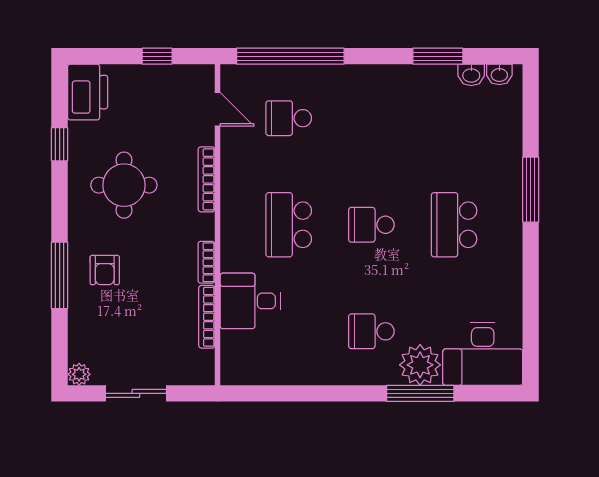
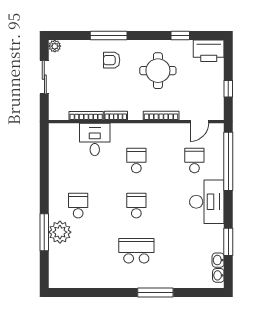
school desk: (289, 225) -> (136, 160), width x0.54
desk: (483, 354) -> (207, 202), moved, turned 180

